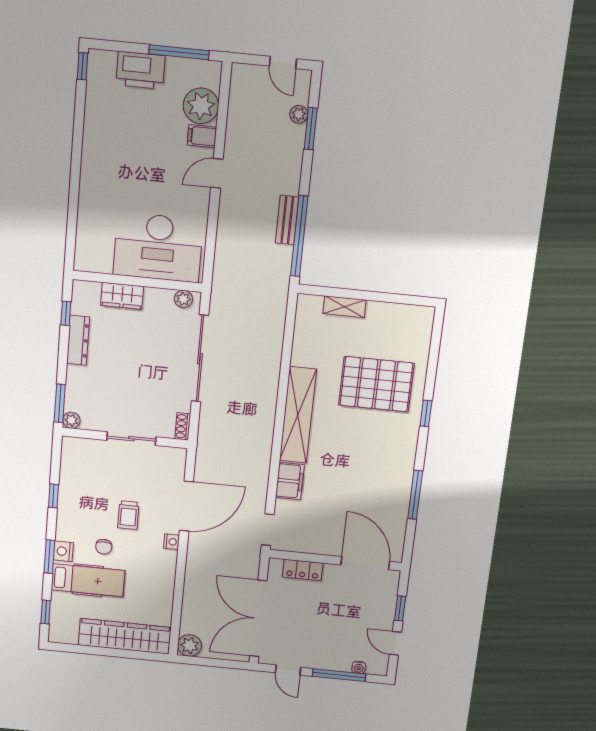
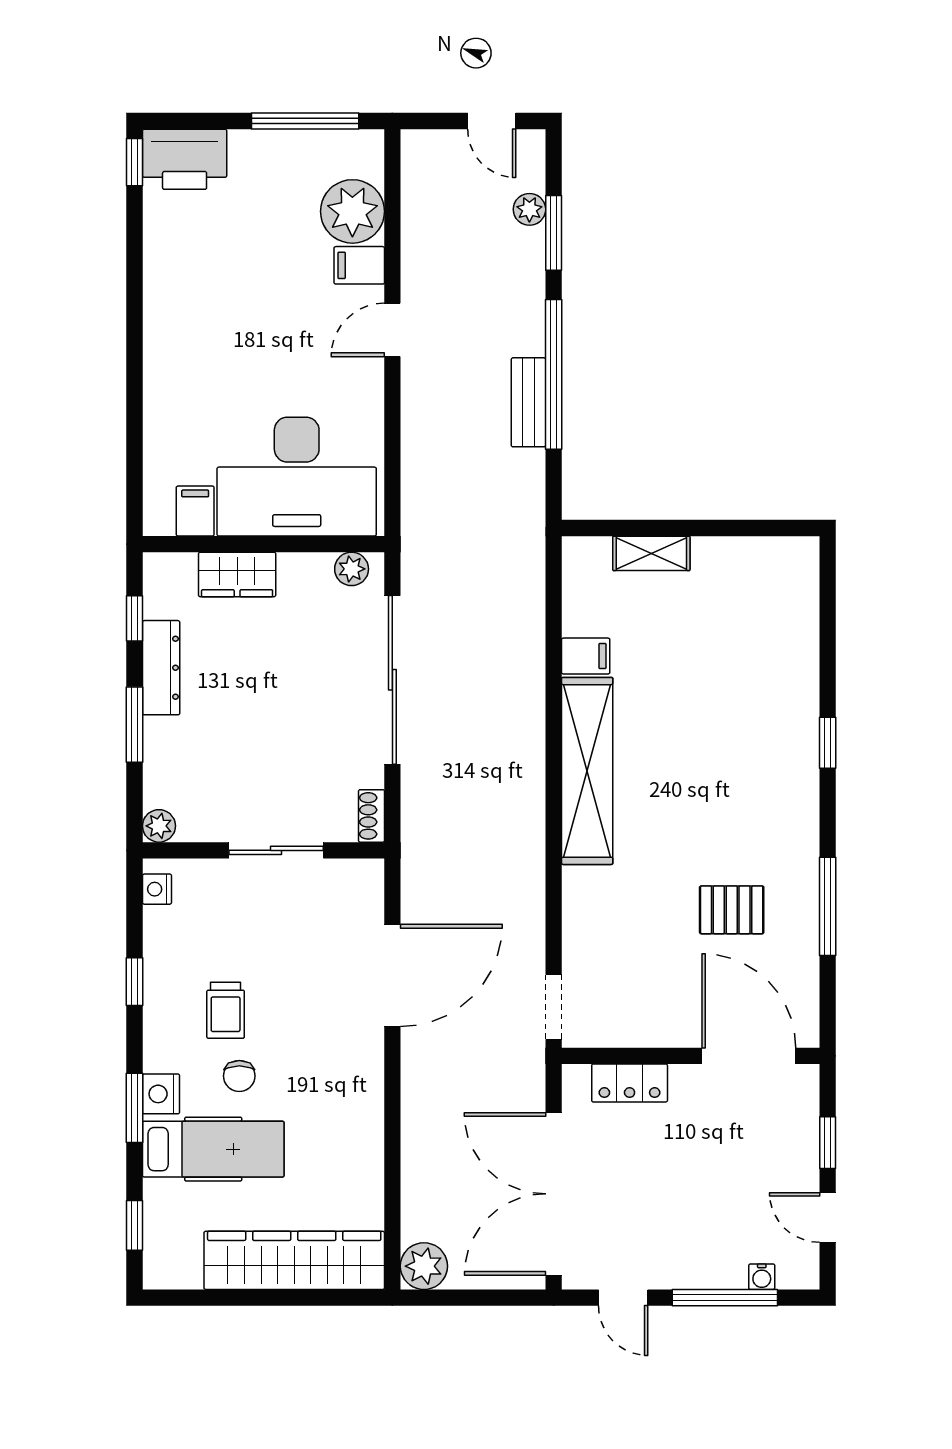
printer: (141, 70) -> (185, 159), moved
window: (299, 236) -> (554, 374), moved
filing cabinet: (102, 260) -> (195, 511), added
pallet: (376, 384) -> (732, 910), moved, width x0.49, depth x0.50
window: (60, 403) -> (135, 725), moved
filing cabinet: (290, 481) -> (586, 656), moved, width x0.50
trolley: (128, 515) -> (226, 1010), moved
nightstand: (172, 542) -> (157, 889), moved, turned 180

